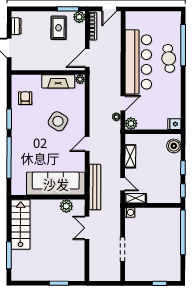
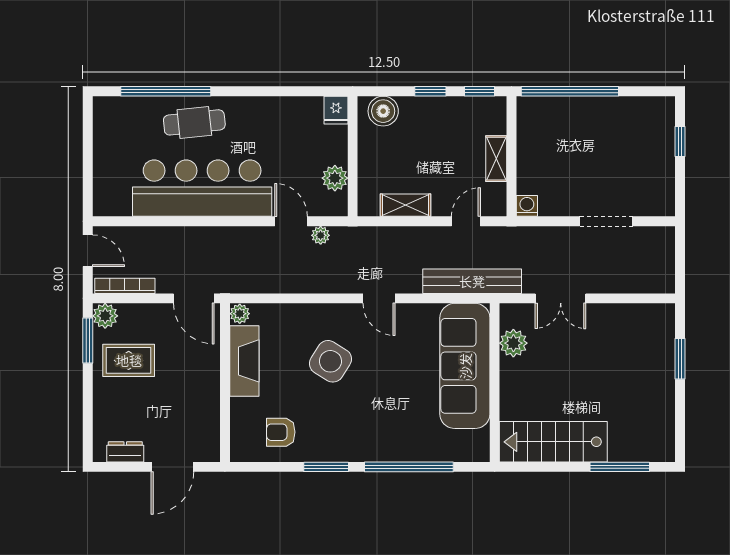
plant: (131, 123) -> (335, 178), moved
shelving: (136, 198) -> (496, 159), moved

